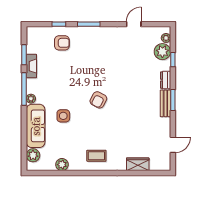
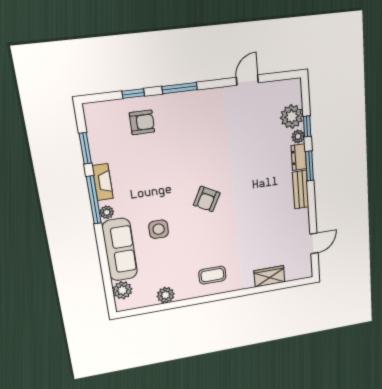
plant: (166, 38) -> (298, 136), moved
fireplace: (31, 66) -> (103, 182), moved
window: (173, 100) -> (309, 166), moved

